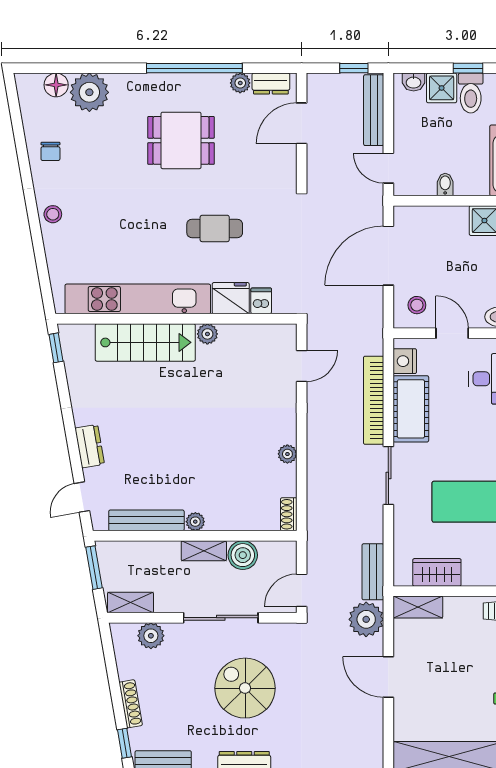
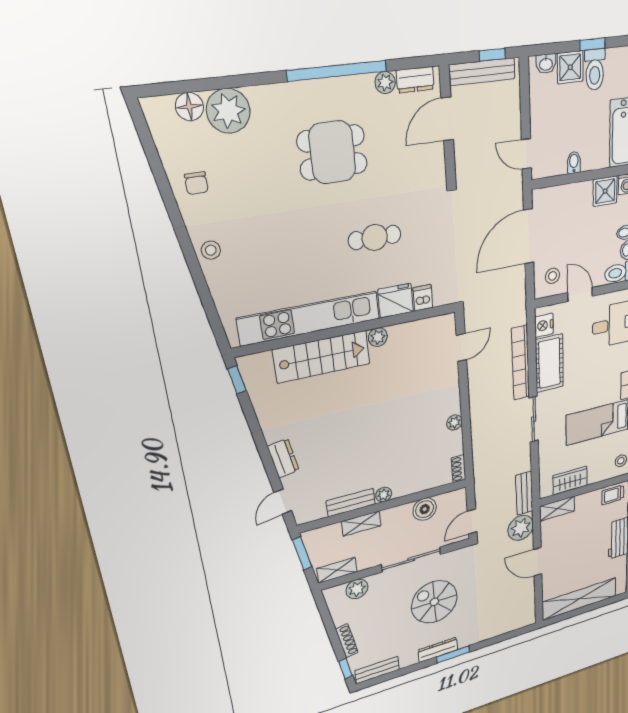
bench: (374, 110) -> (482, 72), moved, turned 90
bench: (146, 520) -> (351, 503), width x0.73
shelving: (204, 551) -> (361, 524), moved

